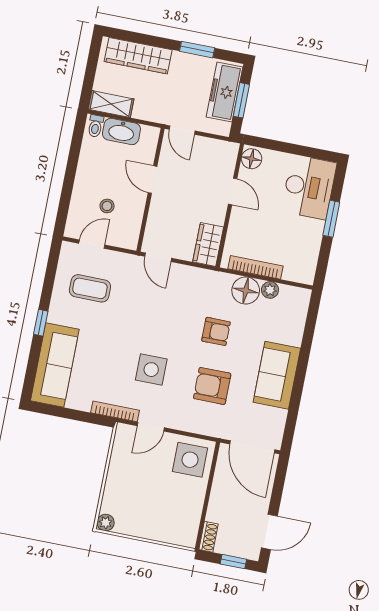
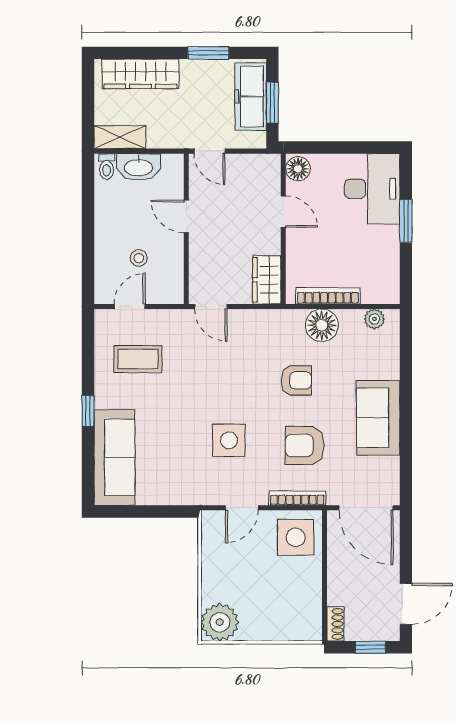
plant: (270, 290) -> (374, 319), moved
bookcase: (115, 411) -> (297, 498), moved
plant: (106, 523) -> (220, 622), width x1.88, depth x1.88

